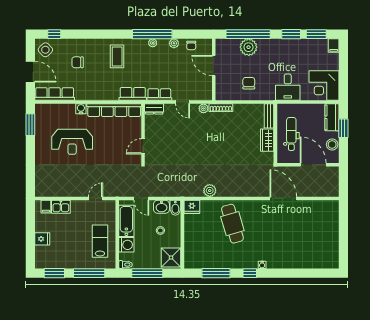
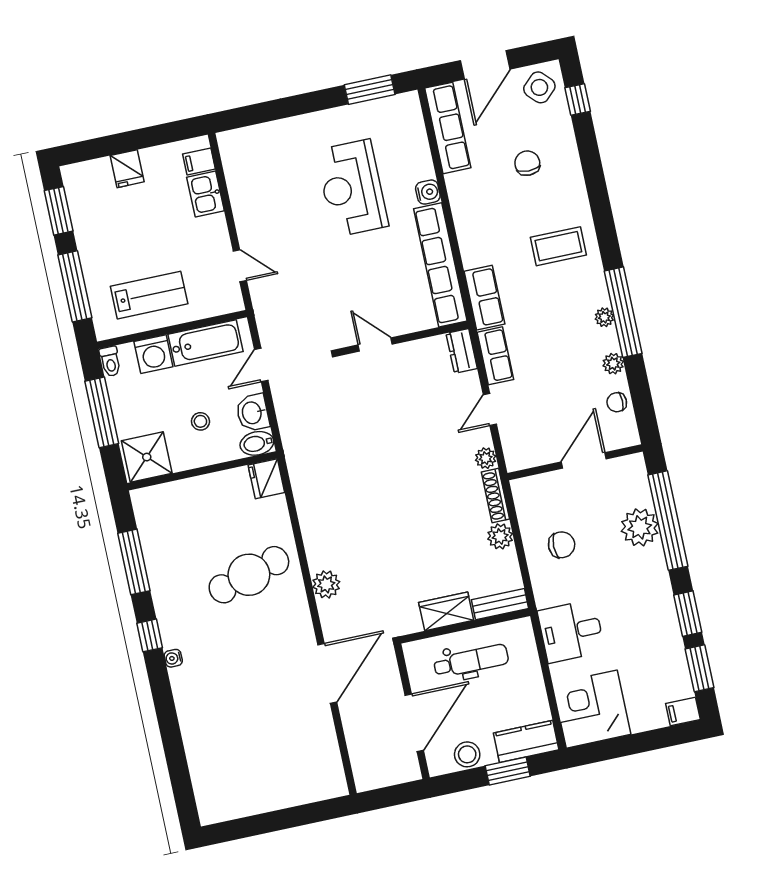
plant: (239, 109) -> (500, 536), added
plant: (210, 191) -> (326, 584), moved

